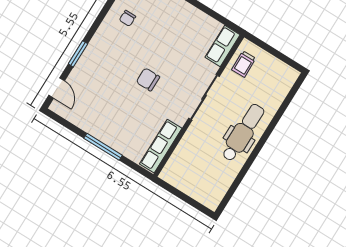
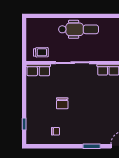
chair: (148, 79) -> (62, 103), moved
dental chair: (243, 133) -> (79, 29), turned 180

